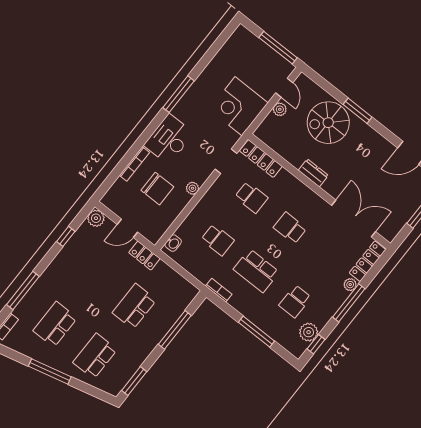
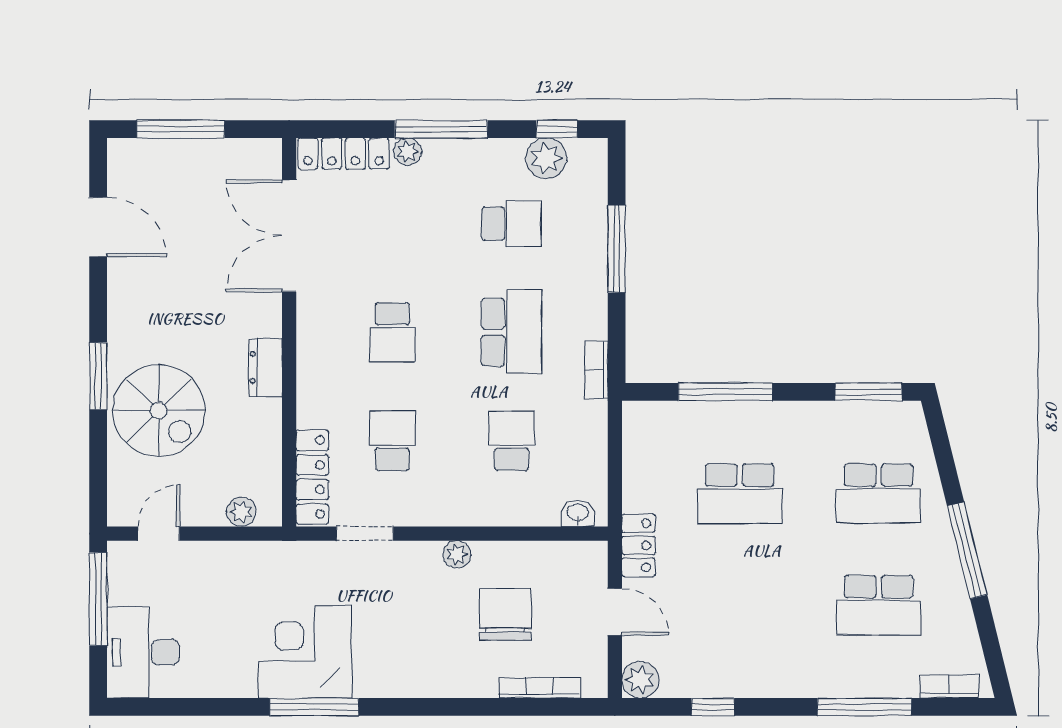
corner desk: (239, 106) -> (305, 652), moved, turned 180
plant: (280, 109) -> (241, 512), moved
desk: (169, 139) -> (143, 652), moved, turned 90
bookcase: (134, 164) -> (539, 688), moved

